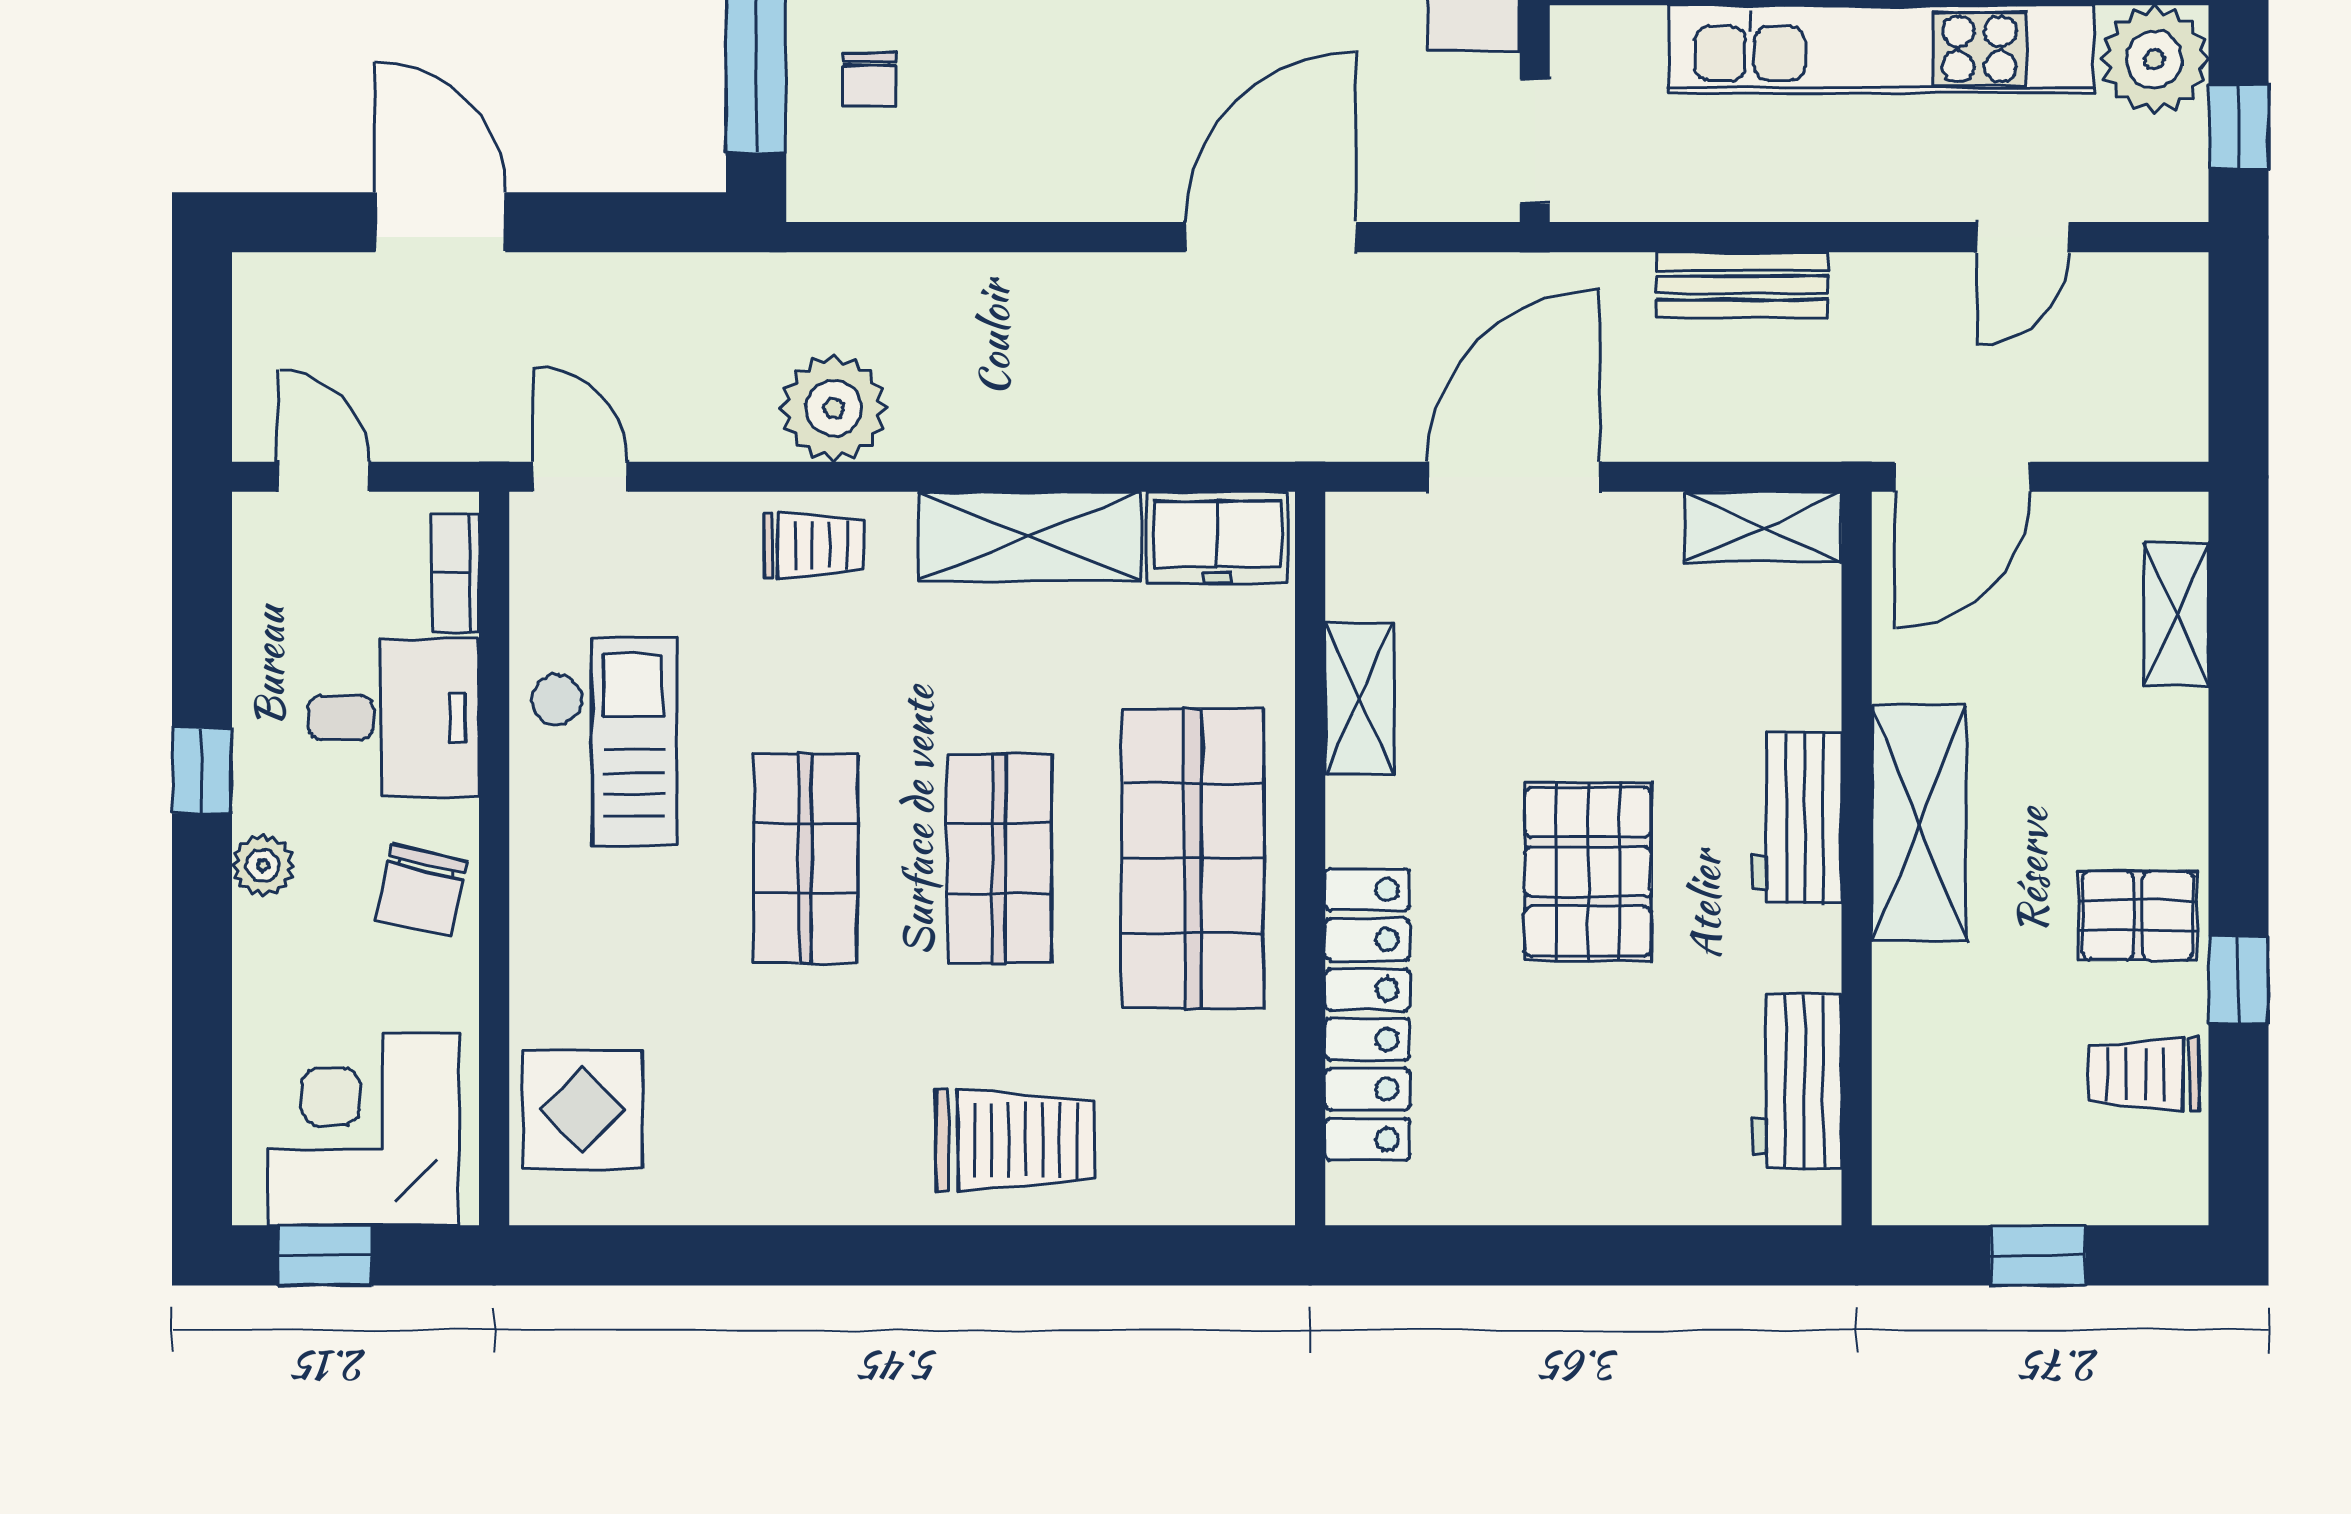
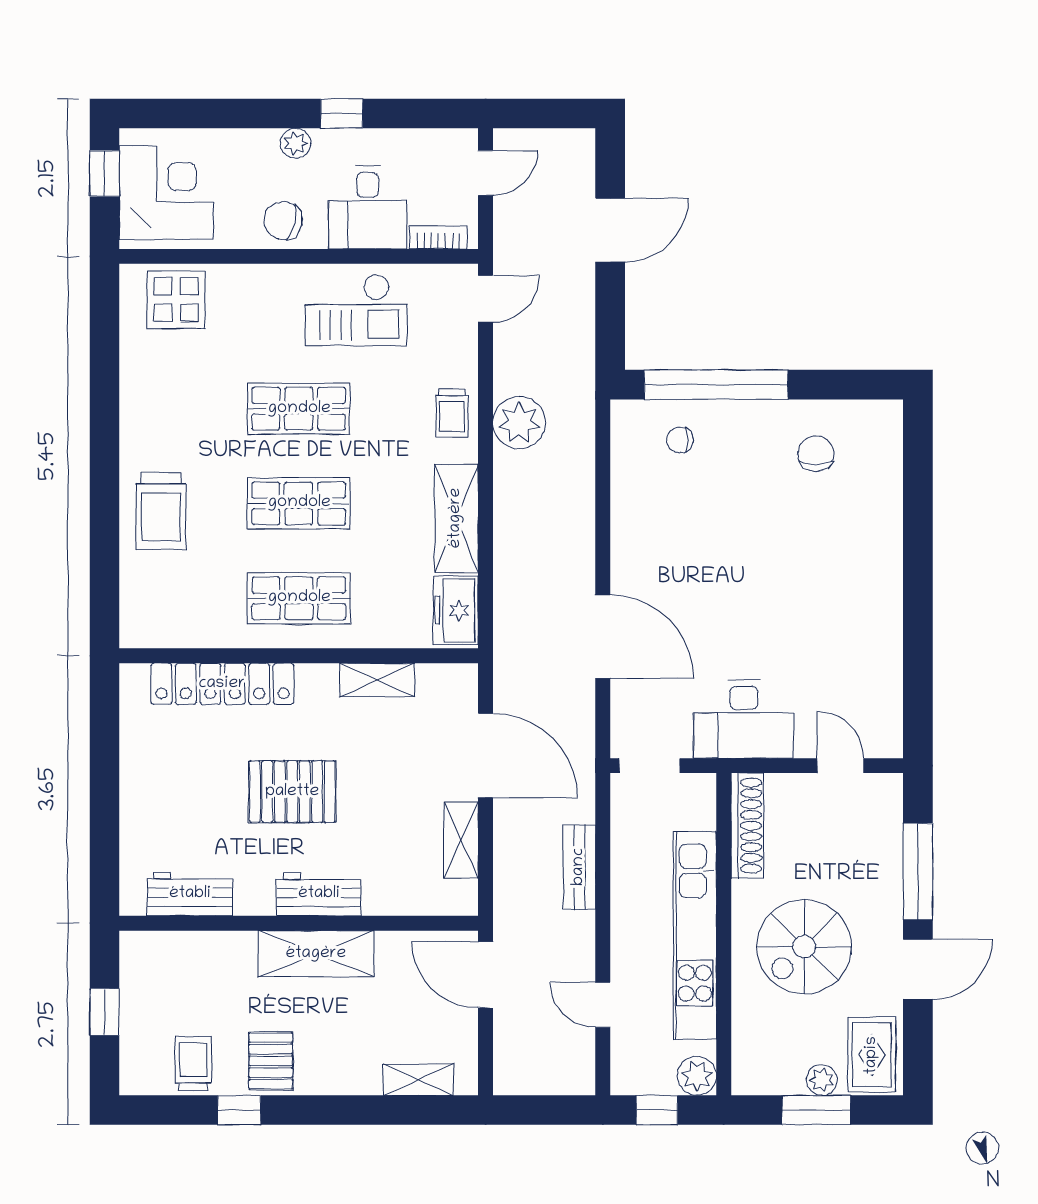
plant: (2154, 59) -> (697, 1076), width x0.73, depth x0.73
shelving: (1764, 527) -> (461, 840), moved
shop shelf: (1193, 859) -> (299, 598), width x0.70, depth x0.74

